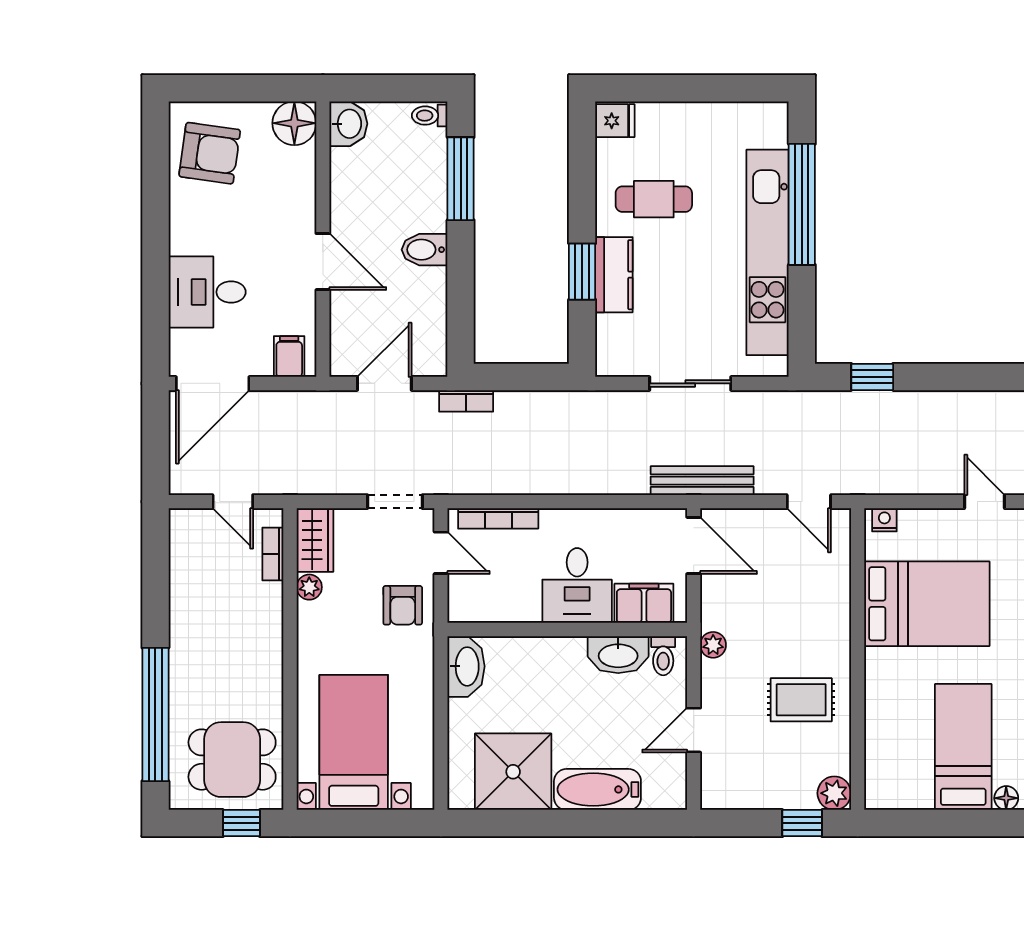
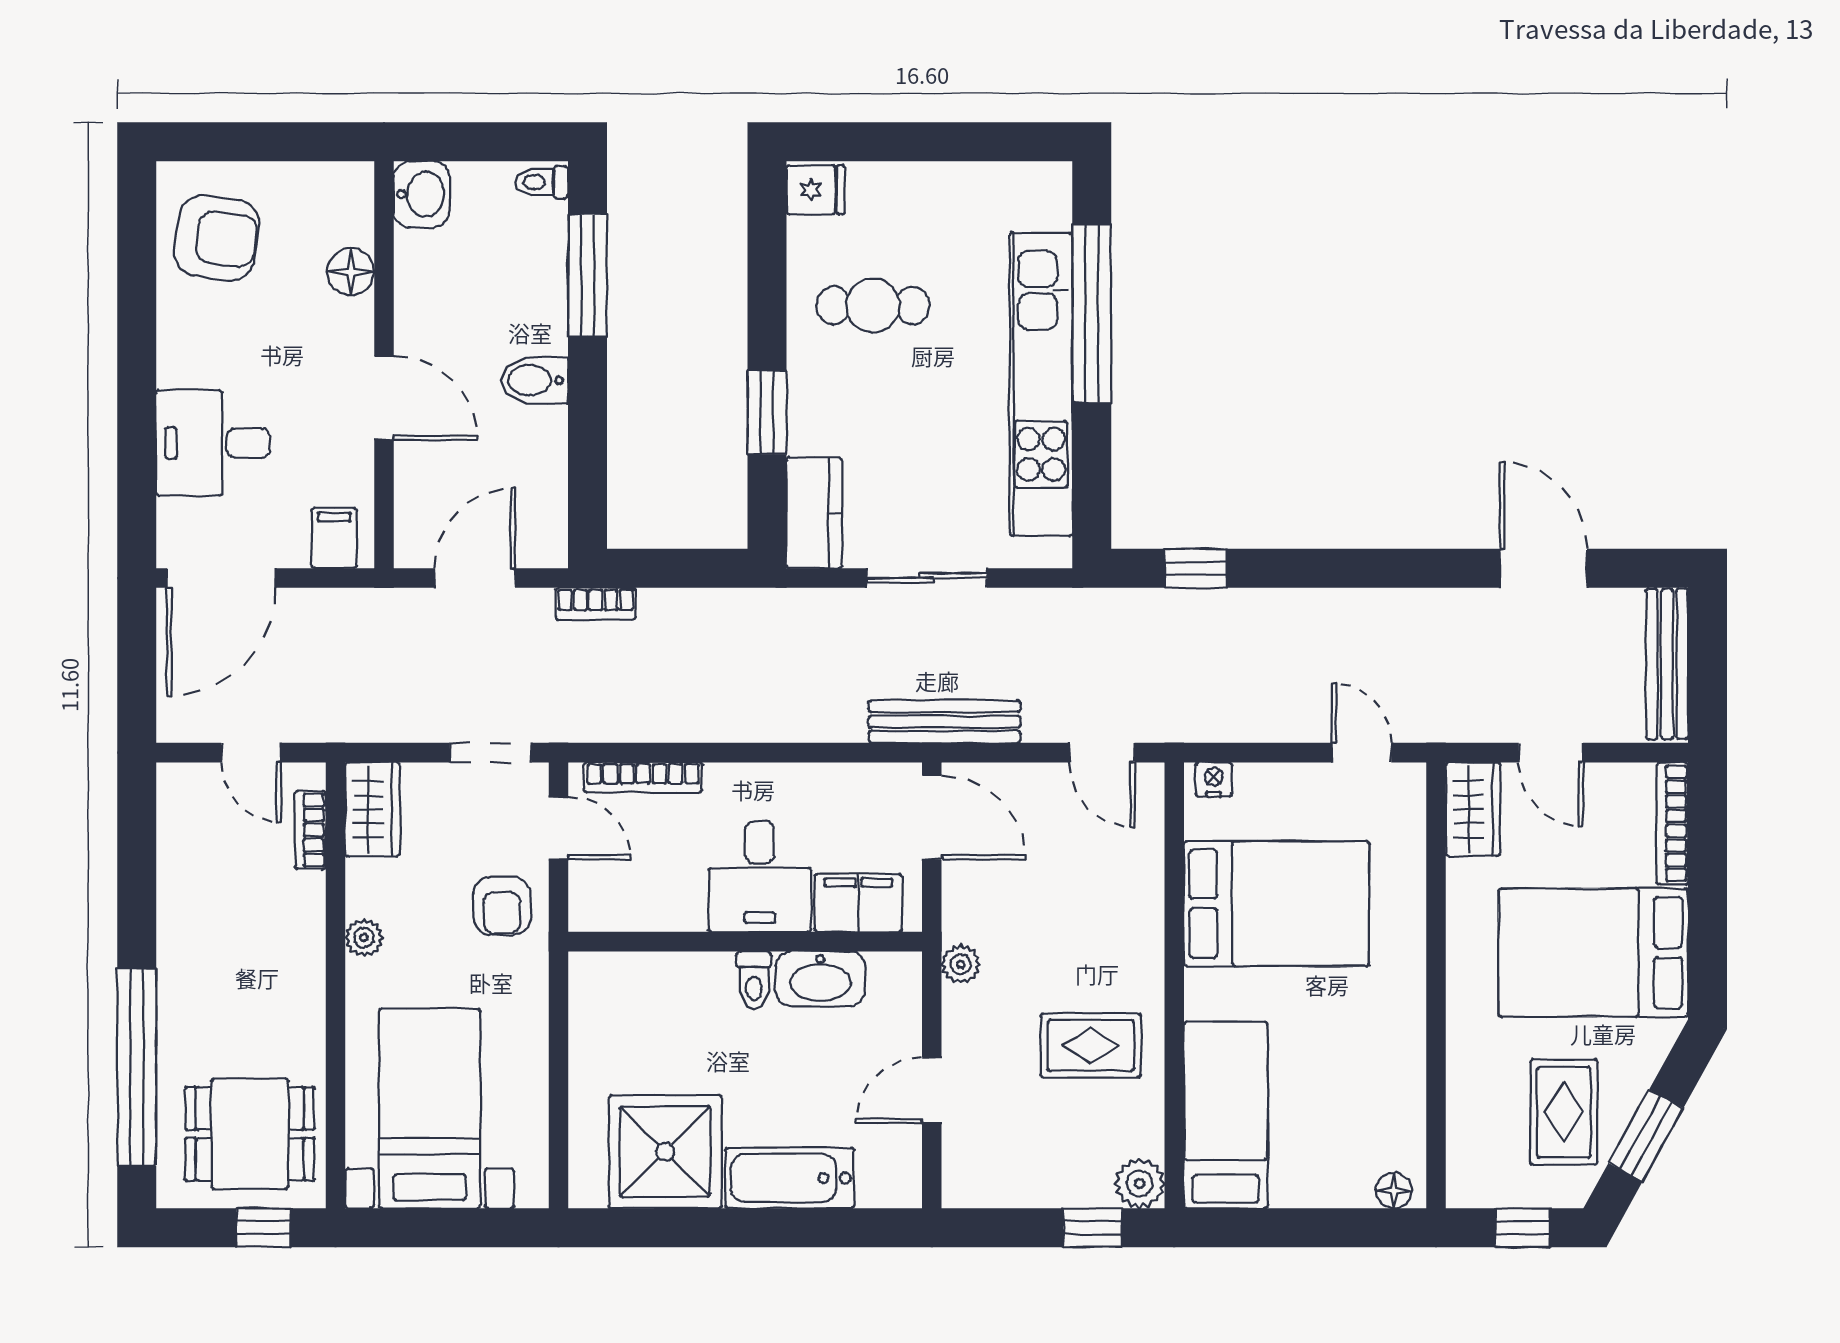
floor lamp: (294, 123) -> (351, 272), moved, width x0.73, depth x0.73
kitchen counter: (614, 275) -> (814, 513), moved
plant: (309, 587) -> (364, 937), moved
toilet: (663, 656) -> (754, 980), moved
washbasin: (466, 666) -> (596, 996), removed
bed: (963, 747) -> (1226, 1115), moved

